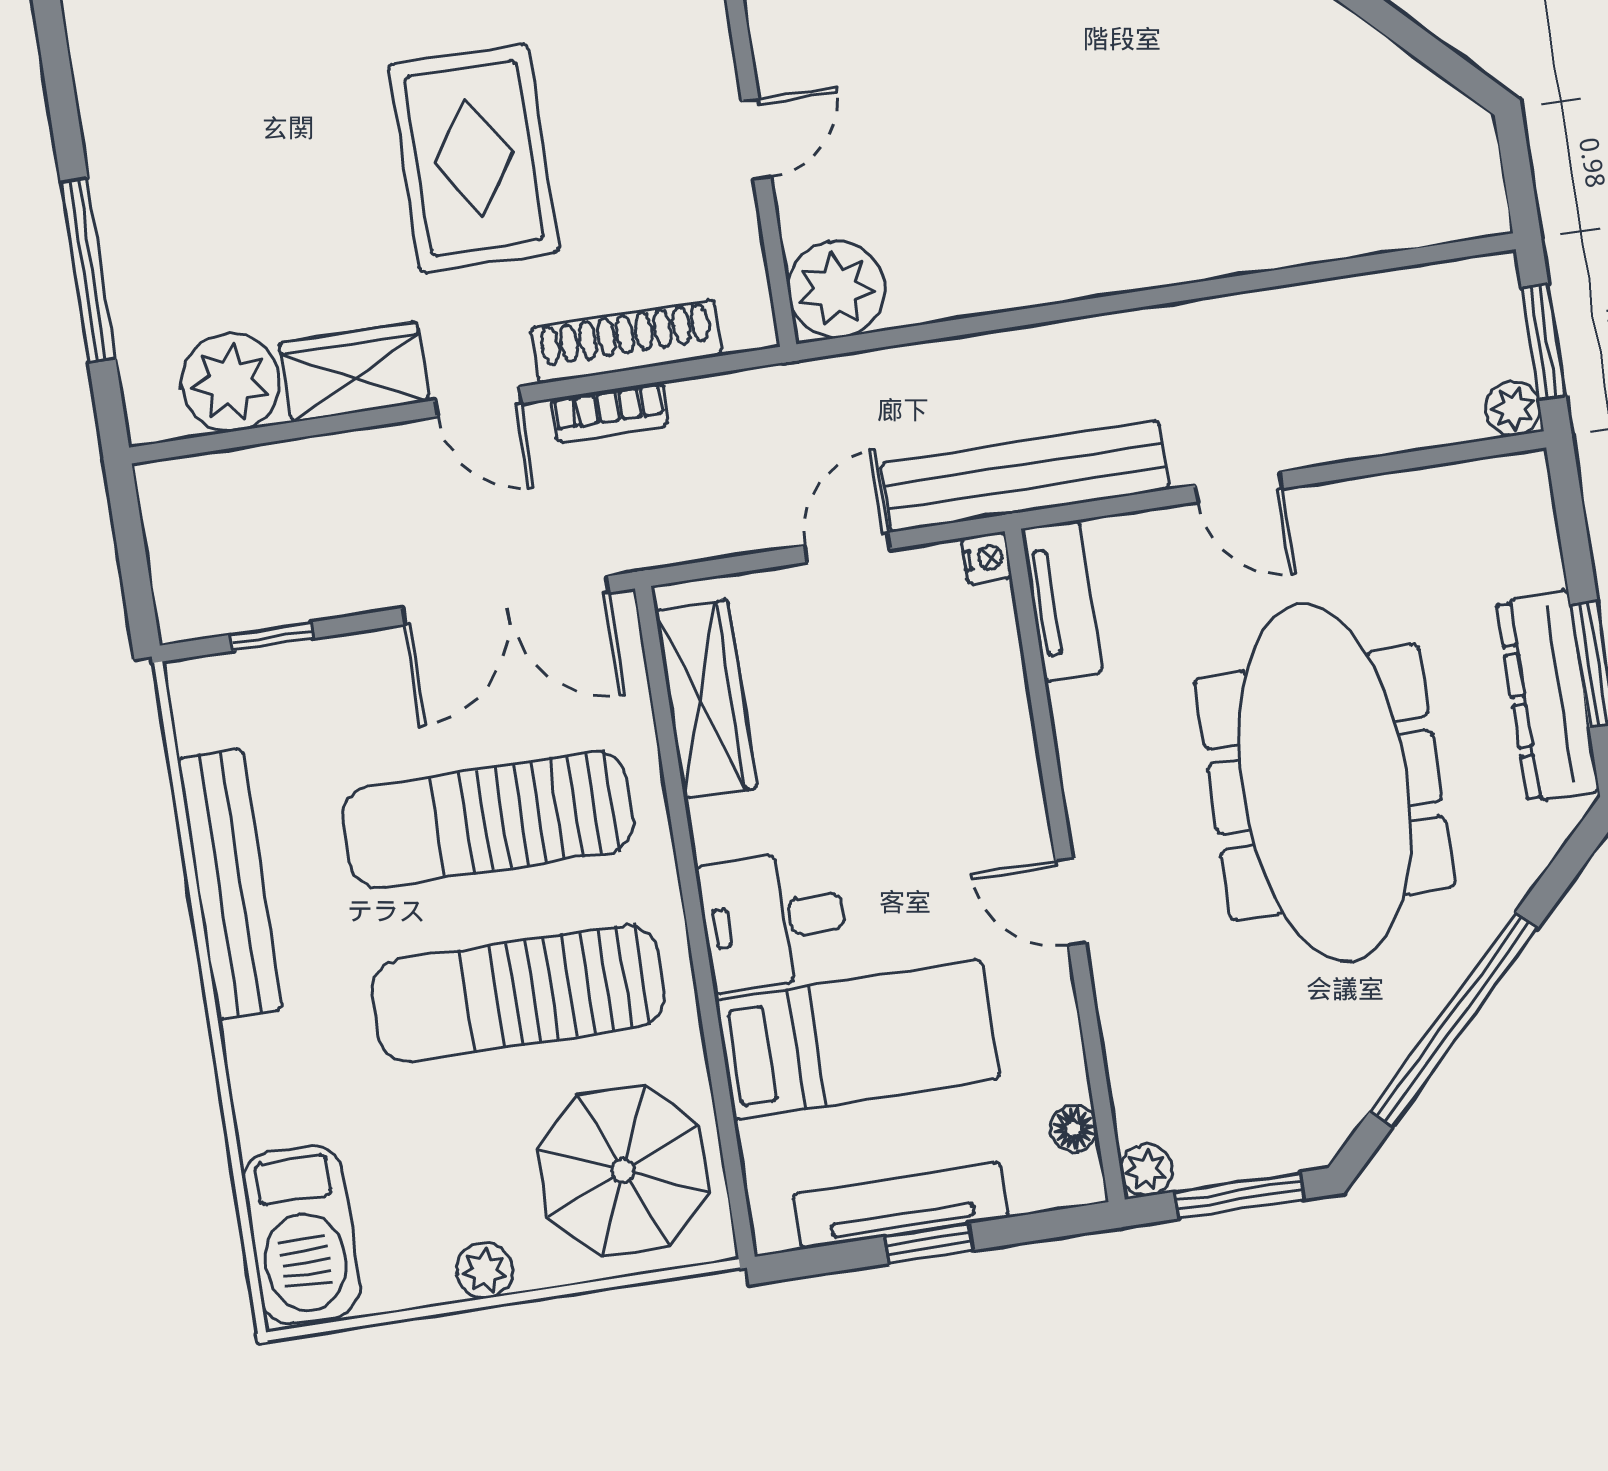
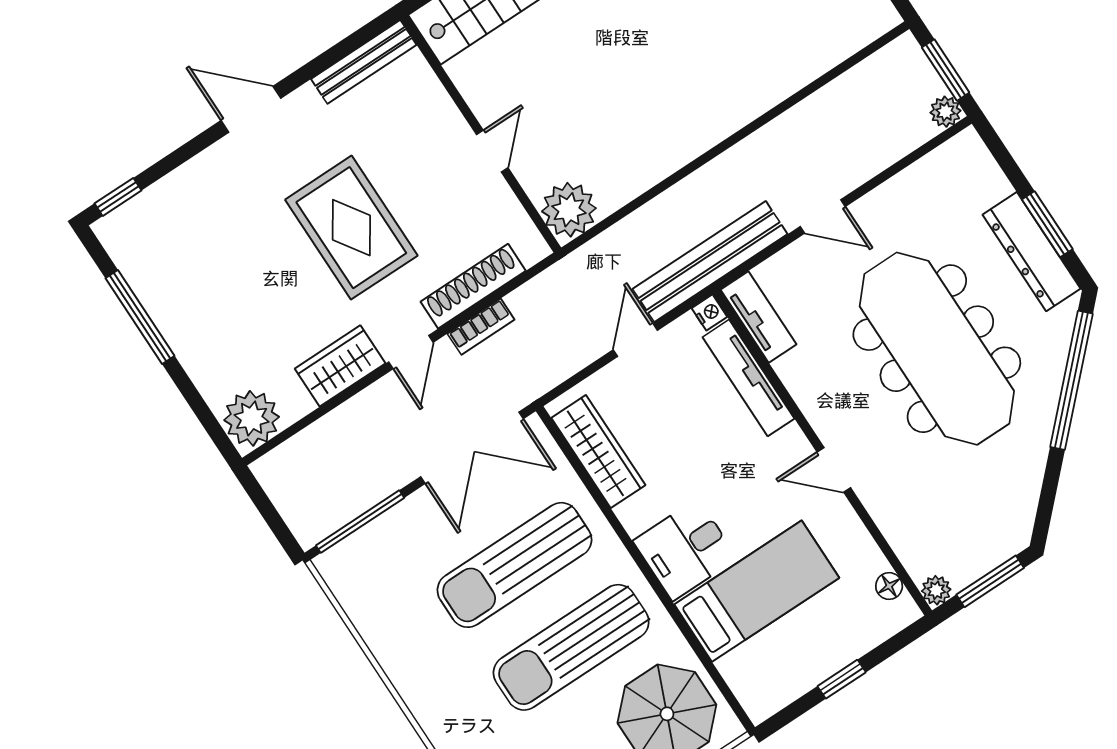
window: (88, 270) -> (140, 317), moved
plant: (230, 382) -> (252, 418), moved
door: (478, 402) -> (411, 352), hinge flipped
window: (272, 636) -> (360, 522), width x2.17
bench: (230, 884) -> (397, 659), removed
window: (1454, 1020) -> (1071, 380), moved
tv unit: (901, 1206) -> (748, 378), moved, turned -90

